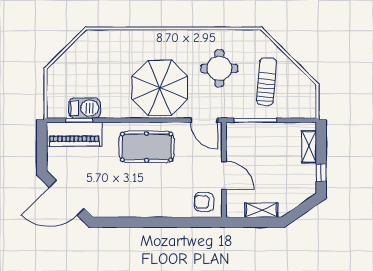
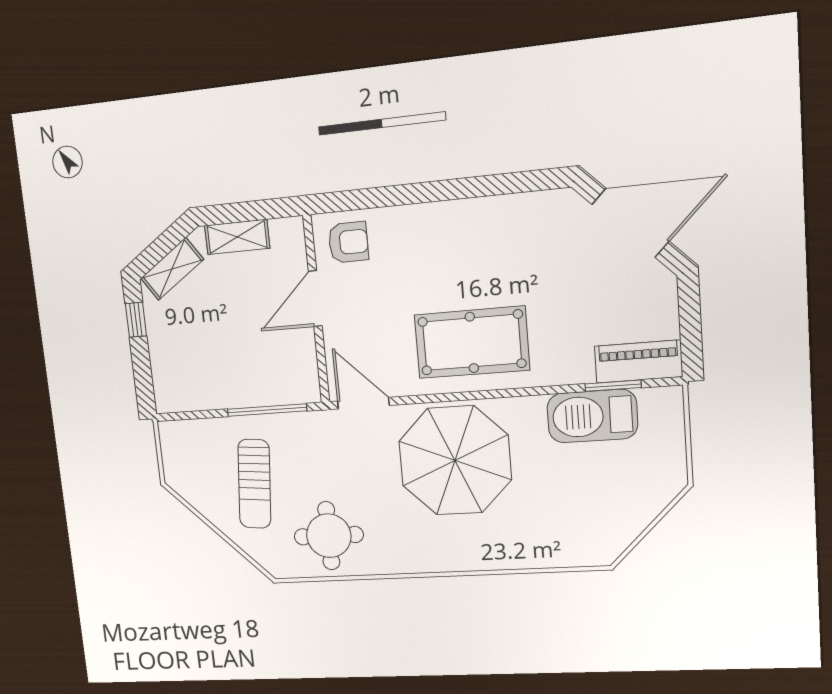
round table: (219, 68) -> (329, 536), moved
barbecue: (85, 108) -> (592, 416), width x1.37, depth x1.21
piano: (74, 134) -> (638, 361), width x0.73, depth x0.75
shelving: (309, 147) -> (172, 269), moved, turned 55
door: (224, 175) -> (315, 299), hinge flipped

